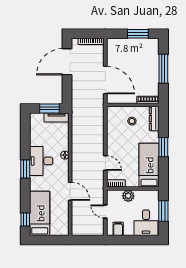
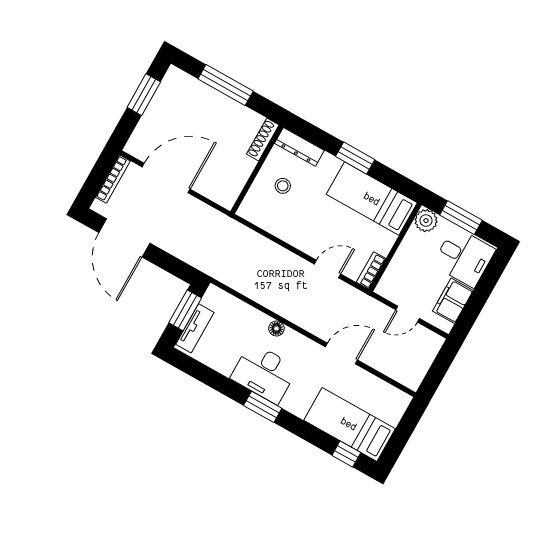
door: (105, 80) -> (166, 178), moved
tv unit: (56, 118) -> (195, 328), moved
plant: (128, 196) -> (426, 221), moved
filing cabinet: (118, 229) -> (453, 301), width x2.00

